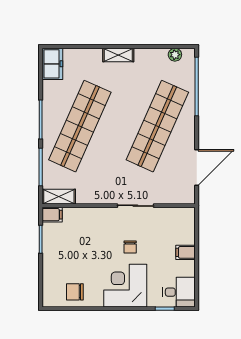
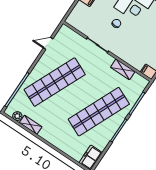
shelving: (118, 55) -> (31, 125), moved
door: (197, 167) -> (48, 43), width x0.53
shelving: (59, 197) -> (123, 69), moved

